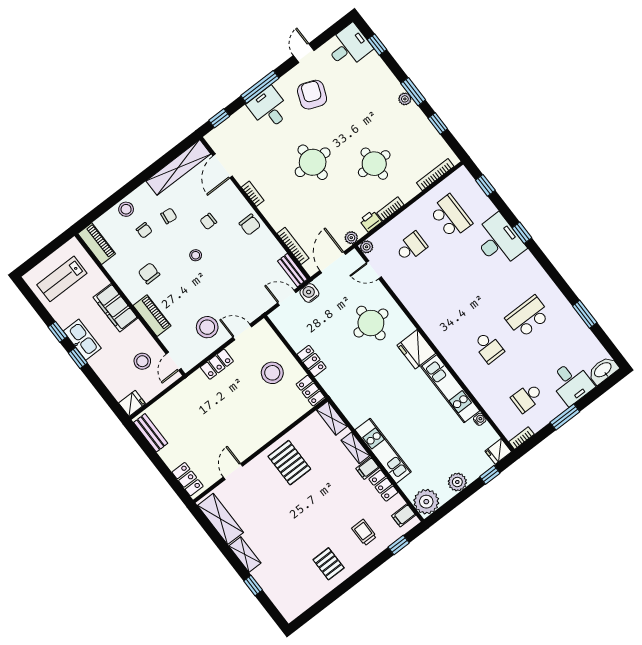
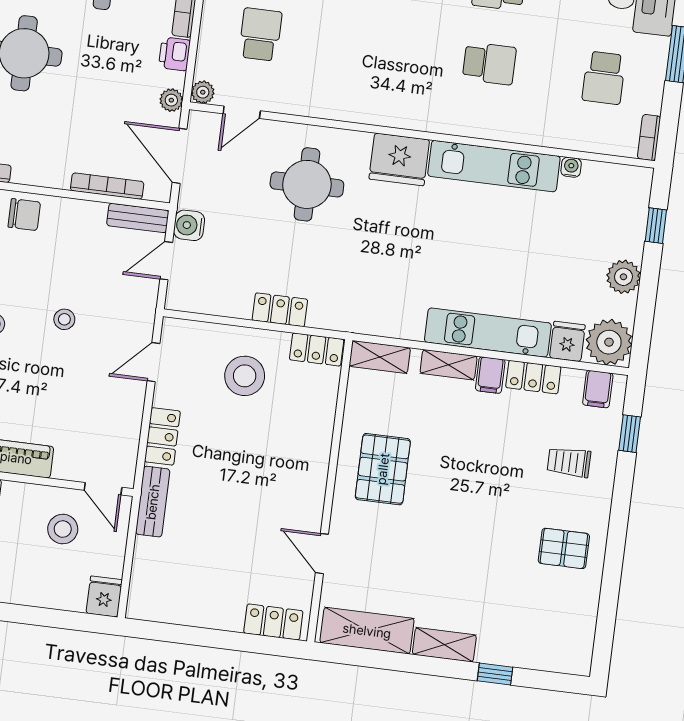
stool: (207, 327) -> (64, 319), moved, width x0.53, depth x0.53
bench: (151, 433) -> (153, 502), moved, turned 90
fridge: (498, 451) -> (567, 341), moved, turned 180
pallet: (289, 463) -> (383, 469), turned 90

